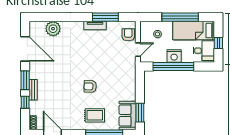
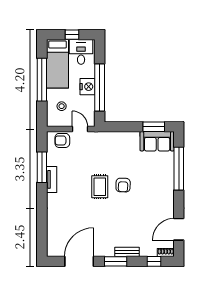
plant: (53, 29) -> (55, 229), removed
window: (25, 102) -> (154, 261), moved
rug: (95, 115) -> (100, 187), moved

